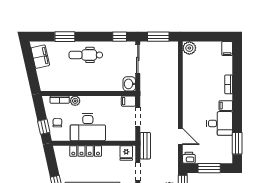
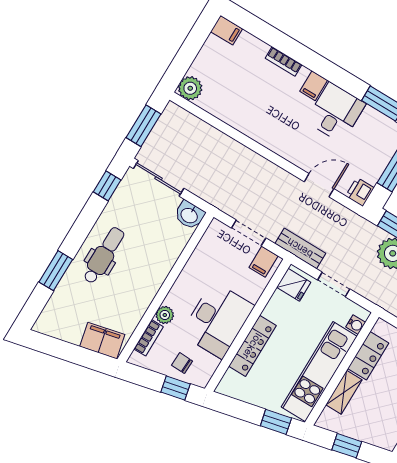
dental chair: (86, 55) -> (104, 255), turned 180
filing cabinet: (40, 57) -> (102, 341), moved
filing cabinet: (128, 101) -> (264, 262), moved

